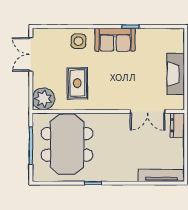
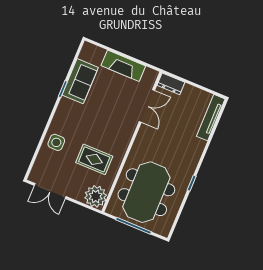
sofa: (115, 40) -> (80, 81), moved
meeting table: (67, 144) -> (146, 192), turned 90

